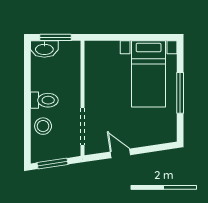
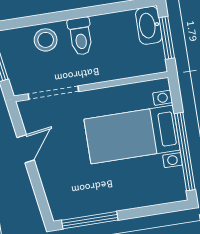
window: (141, 37) -> (185, 152), added
bed with nightstands: (149, 74) -> (132, 135), moved
window: (180, 93) -> (90, 220), moved

